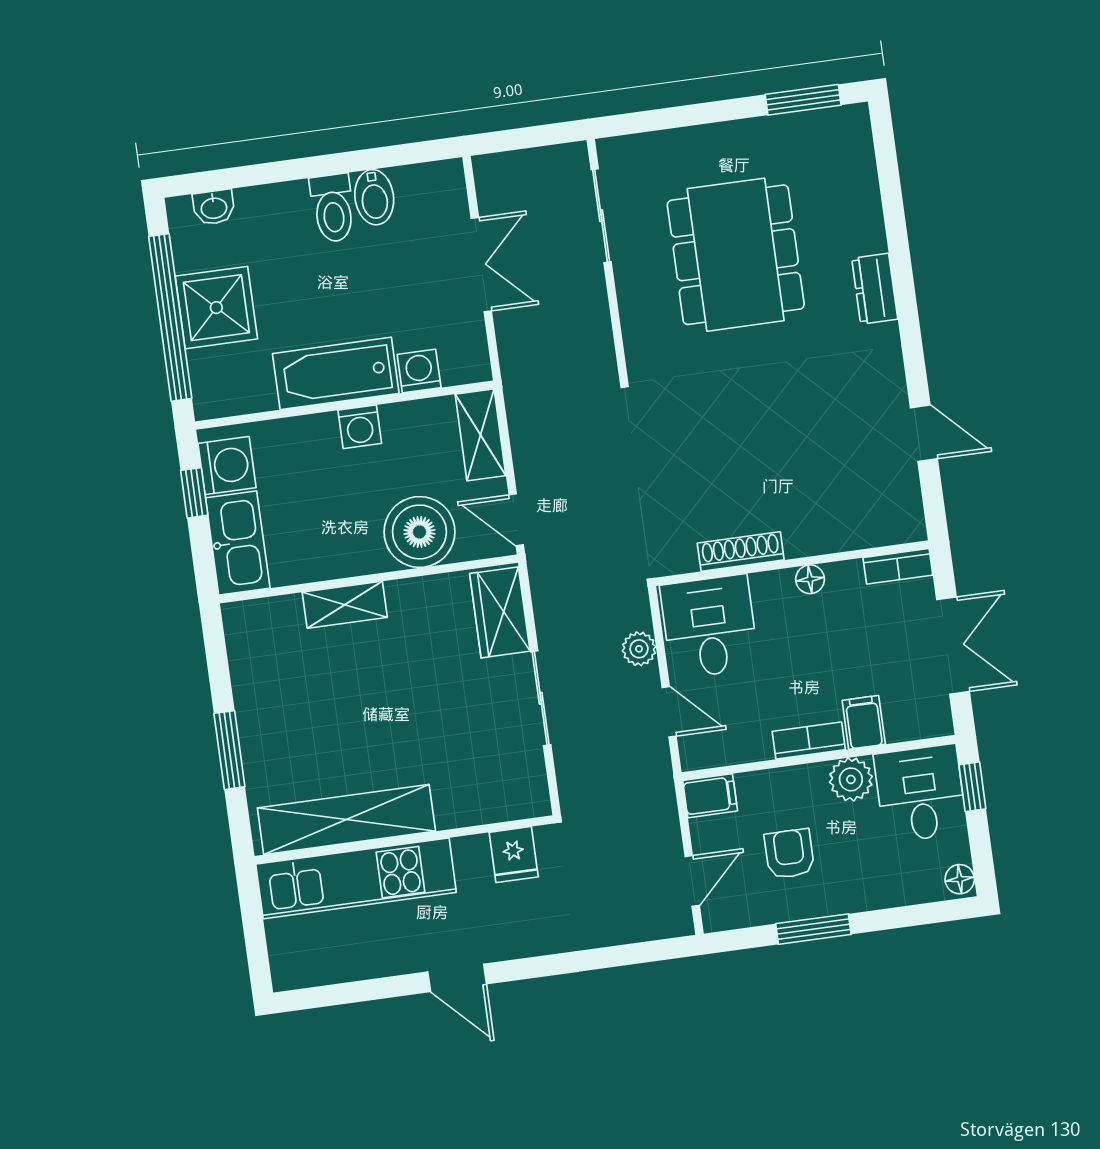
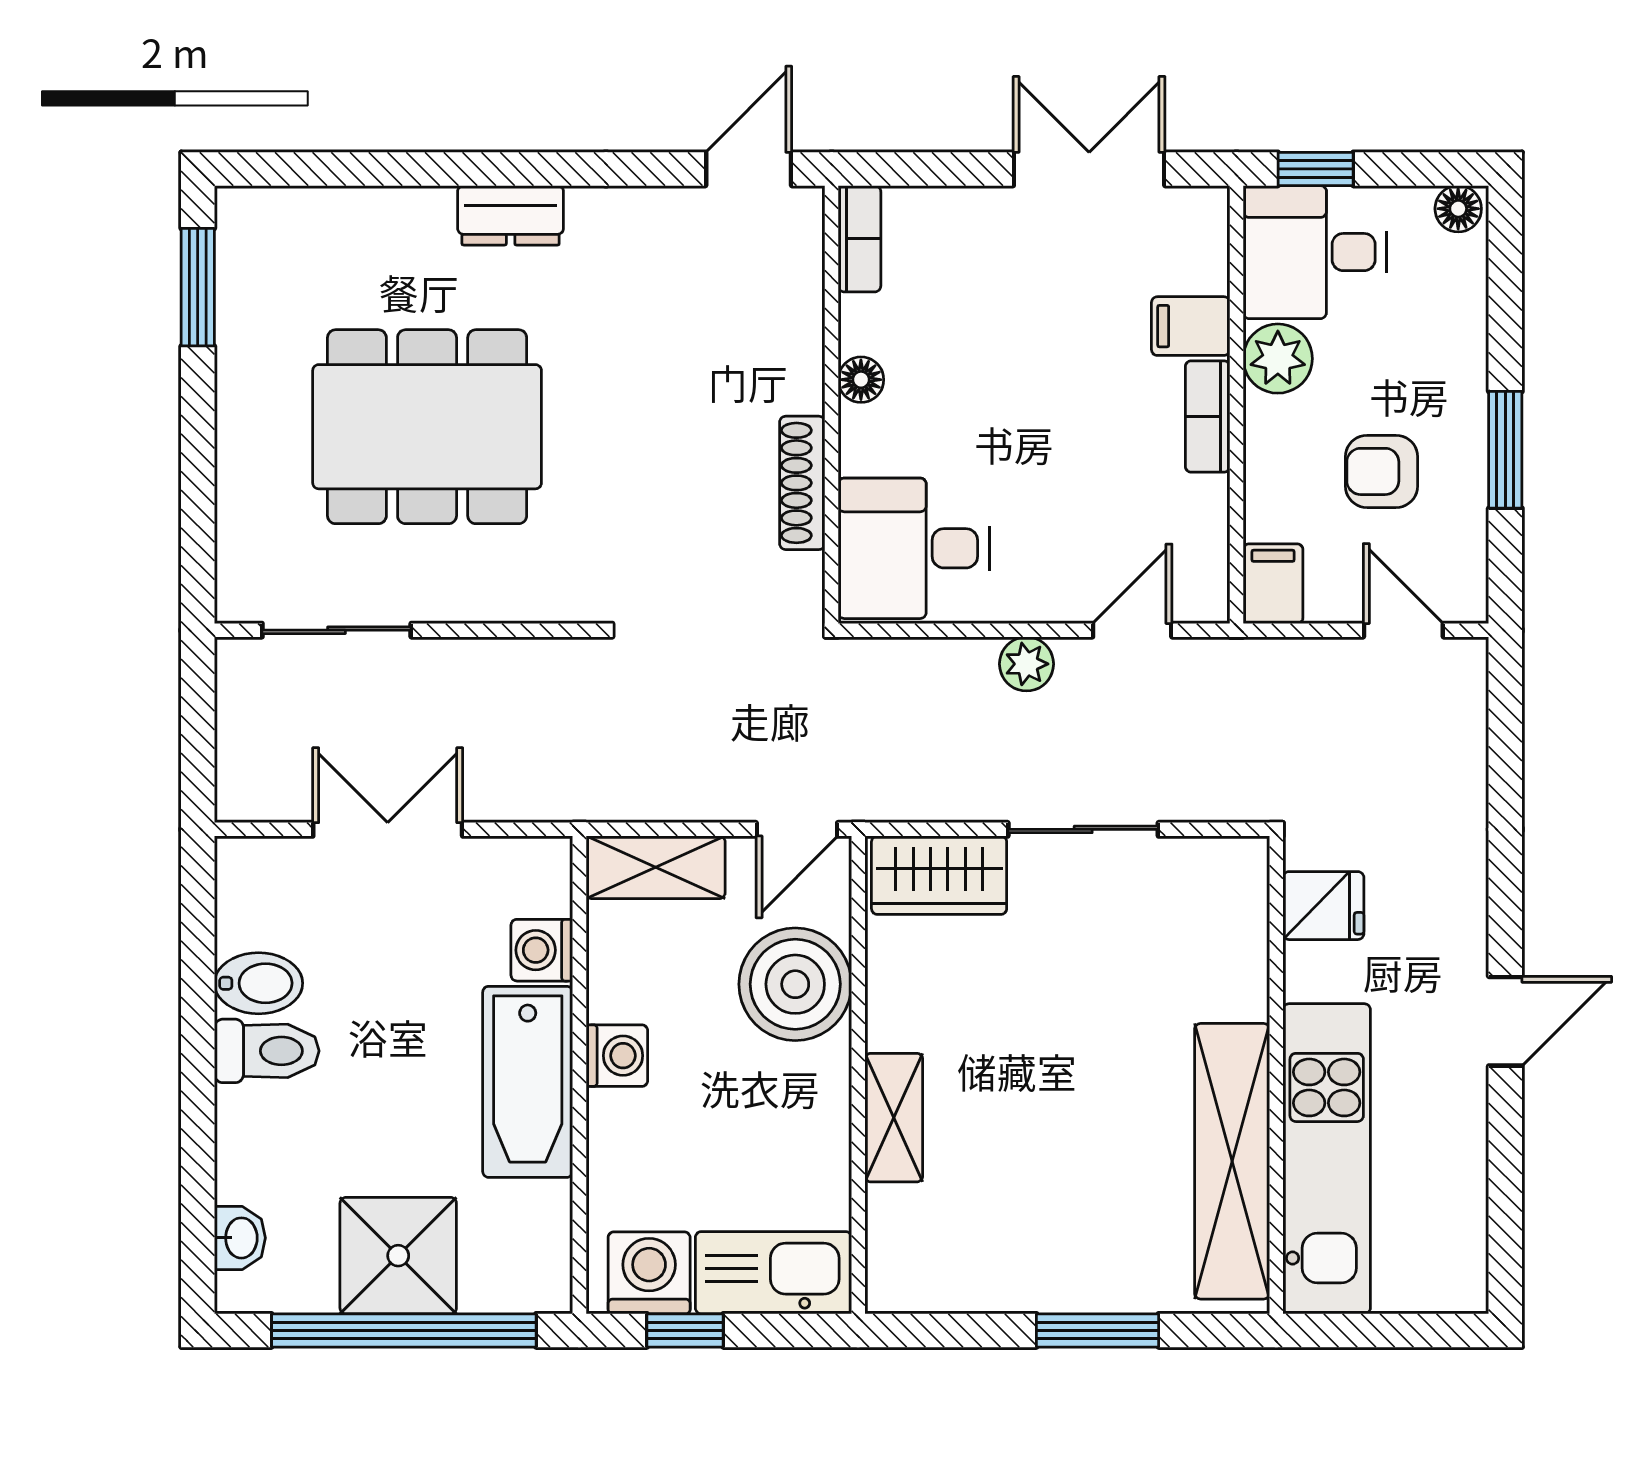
shoe rack: (741, 551) -> (802, 483), moved
wall: (792, 563) -> (832, 405), moved
bookcase: (898, 566) -> (859, 239), moved
floor lamp: (810, 579) -> (861, 380), moved
desk: (709, 627) -> (914, 548), moved

